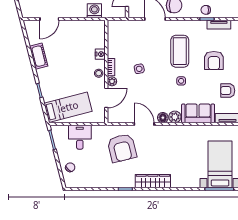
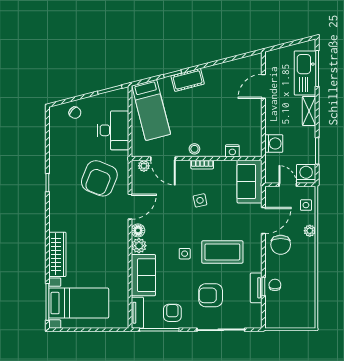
door: (49, 19) -> (263, 86), hinge flipped
tv unit: (219, 25) -> (256, 288), moved
sofa: (124, 30) -> (250, 182), added
nightstand: (100, 54) -> (232, 151), moved
cot: (39, 56) -> (188, 80), moved
plant: (112, 81) -> (144, 166), moved
desk: (80, 137) -> (113, 130), width x1.37
armchair: (122, 148) -> (99, 178), turned -54
wardrobe: (153, 181) -> (57, 254), moved

